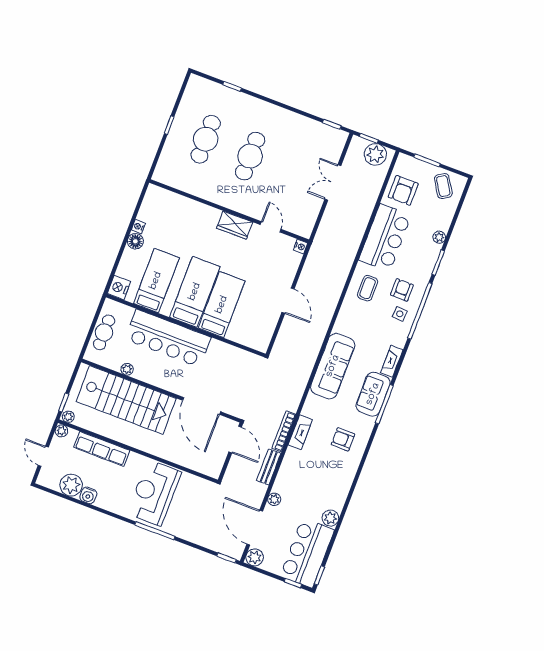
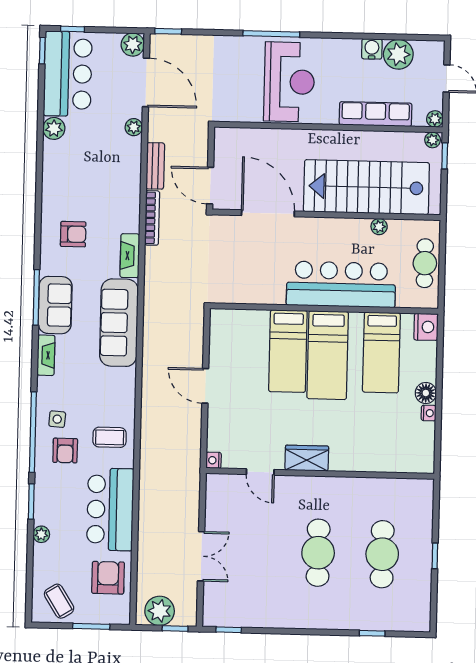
coffee table: (368, 288) -> (110, 437), turned 90
fireplace: (300, 432) -> (130, 256), moved

